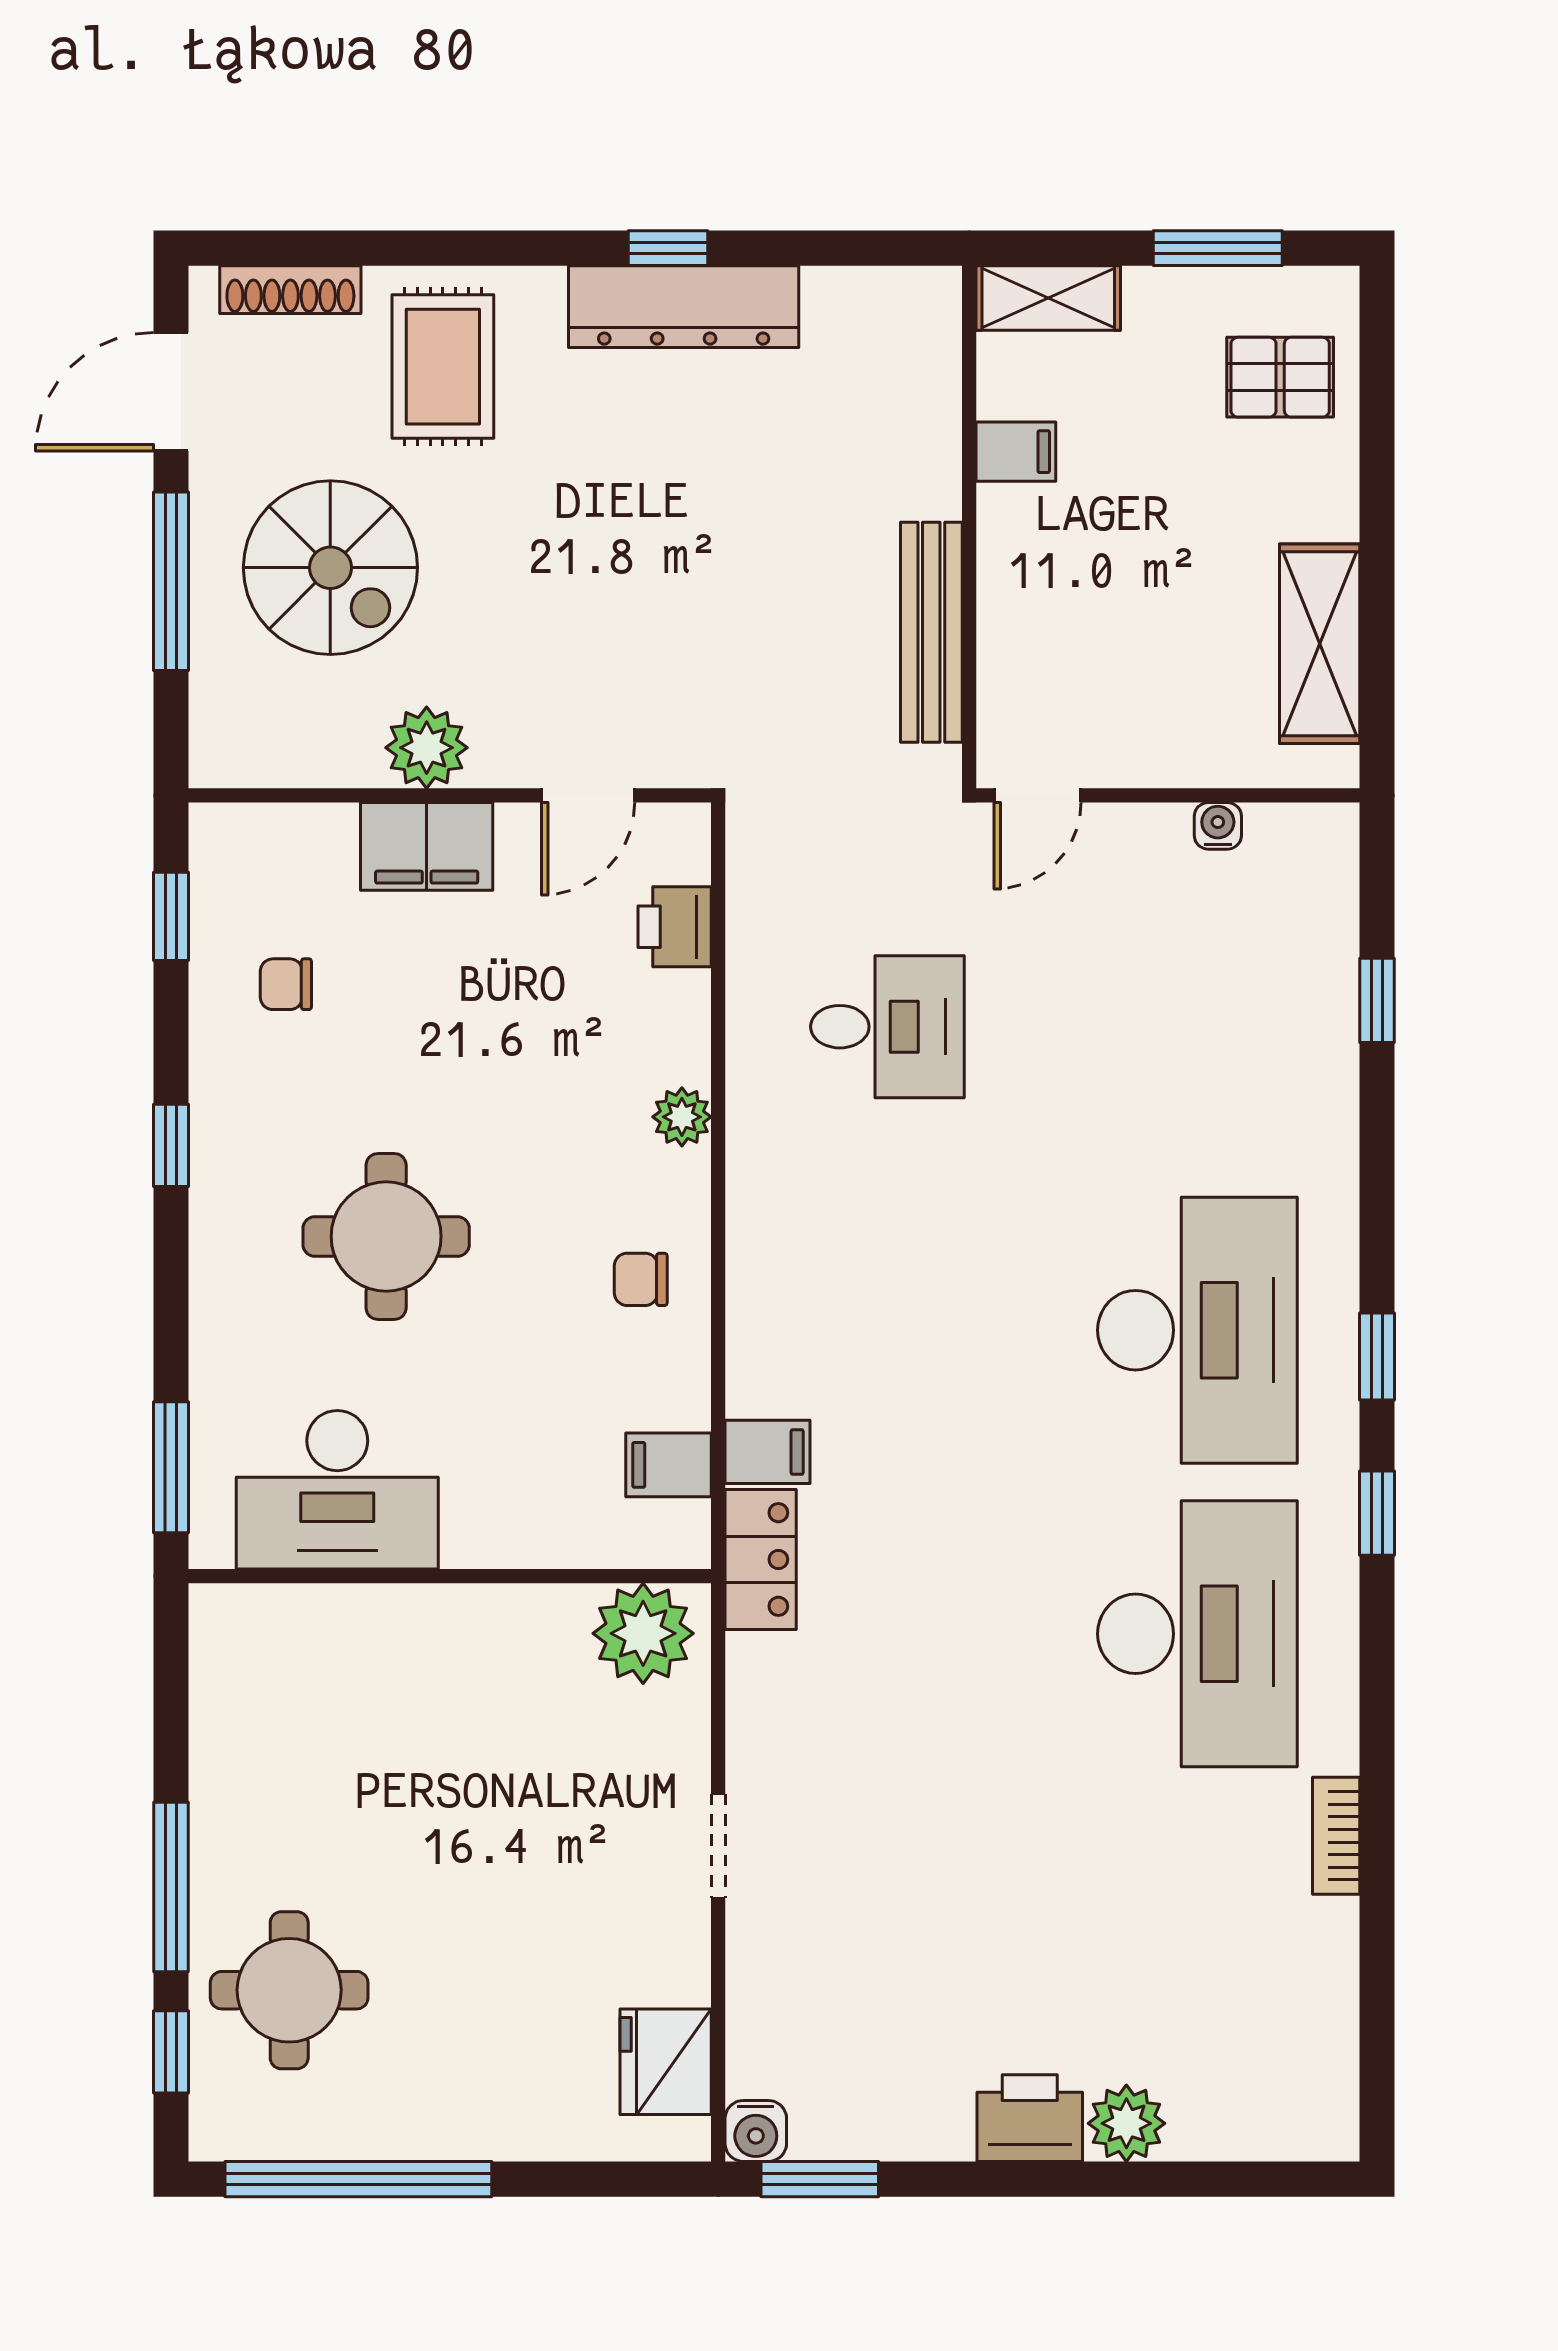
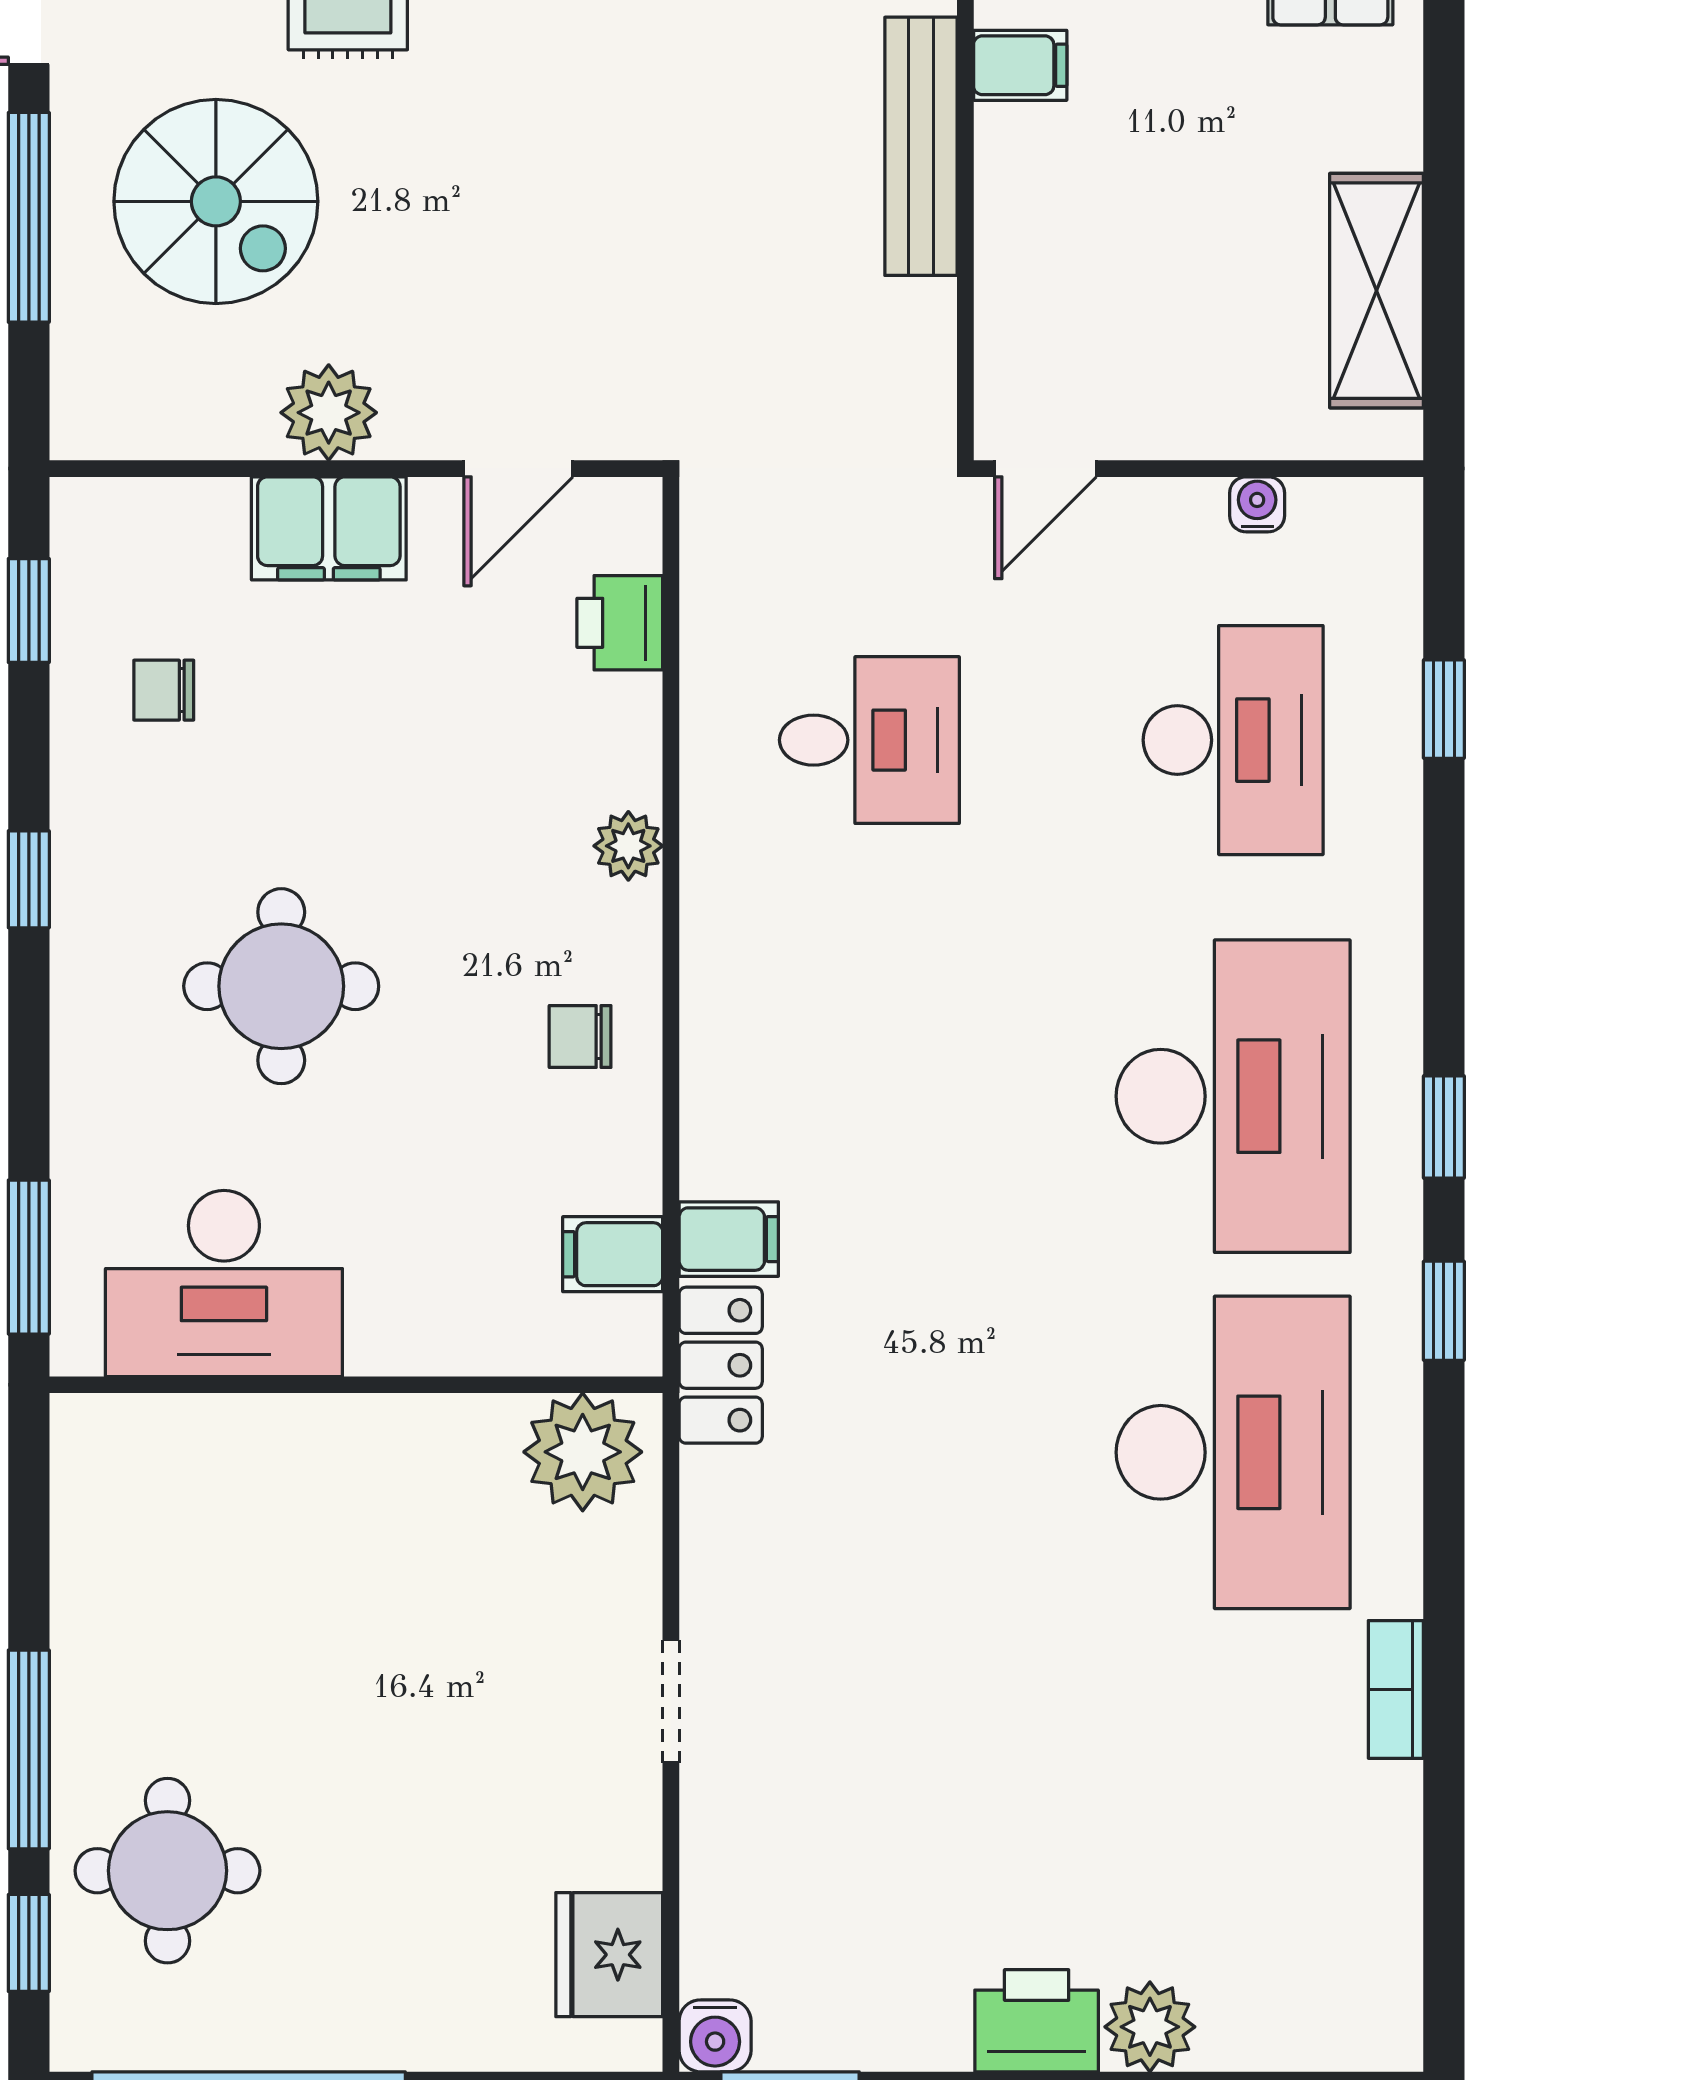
bench: (931, 632) -> (921, 146), moved
desk: (1197, 1027) -> (1233, 740), added

